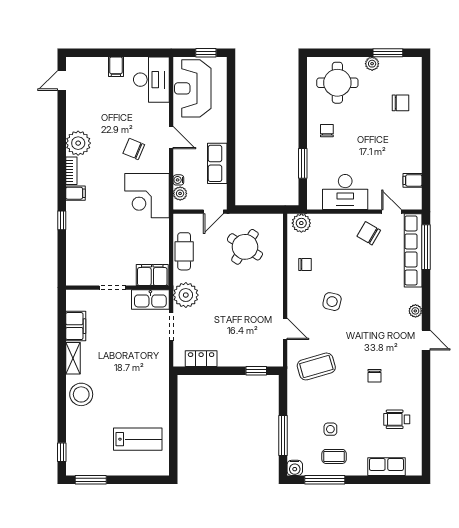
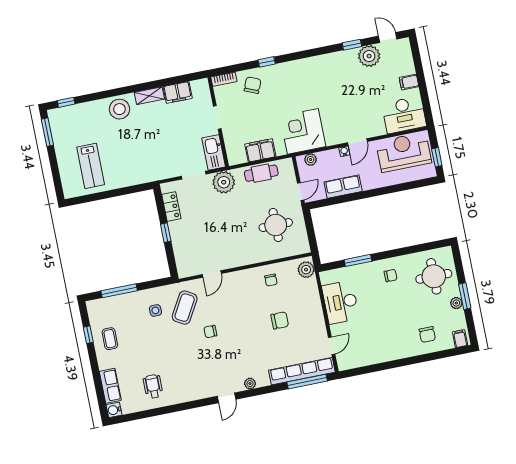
window: (388, 53) -> (465, 296), moved
window: (62, 122) -> (352, 45), added
plant: (78, 143) -> (369, 56), moved
chair: (134, 149) -> (253, 85), moved
bookcase: (71, 171) -> (224, 79), moved
water cooler: (178, 180) -> (344, 151), moved
filing cabinet: (412, 180) -> (460, 339), moved
filing cabinet: (75, 193) -> (293, 69), removed
door: (213, 212) -> (301, 192), swing flipped
chair: (369, 233) -> (280, 320), moved, turned 60
round table: (245, 247) -> (276, 225), turned -33
filing cabinet: (152, 275) -> (260, 150), moved, turned -90
side table: (332, 302) -> (244, 310), removed
coffee table: (316, 366) -> (185, 308), turned 46
window: (256, 371) -> (166, 233), moved
chair: (375, 376) -> (210, 331), moved
side table: (330, 429) -> (155, 310), moved
water cooler: (295, 468) -> (114, 410), moved
window: (325, 480) -> (88, 335), width x0.46

